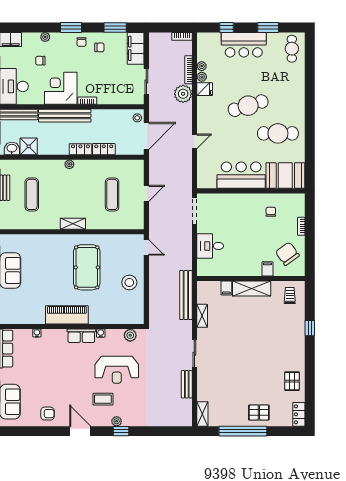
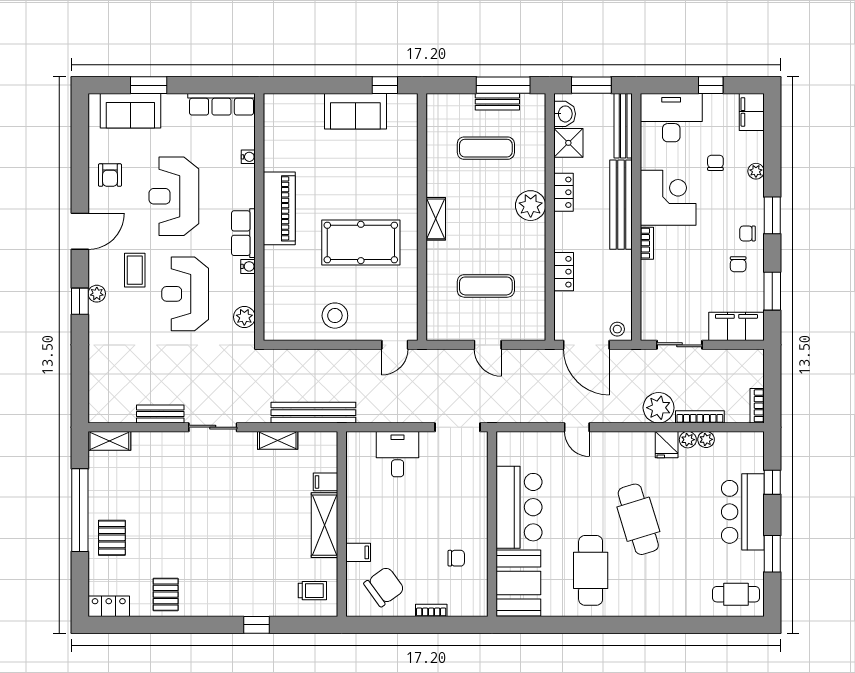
locker: (80, 149) -> (564, 192), moved
plant: (69, 164) -> (531, 206), width x1.88, depth x1.88
reception desk: (60, 376) -> (174, 196), added
pallet: (292, 381) -> (166, 595), turned 90

